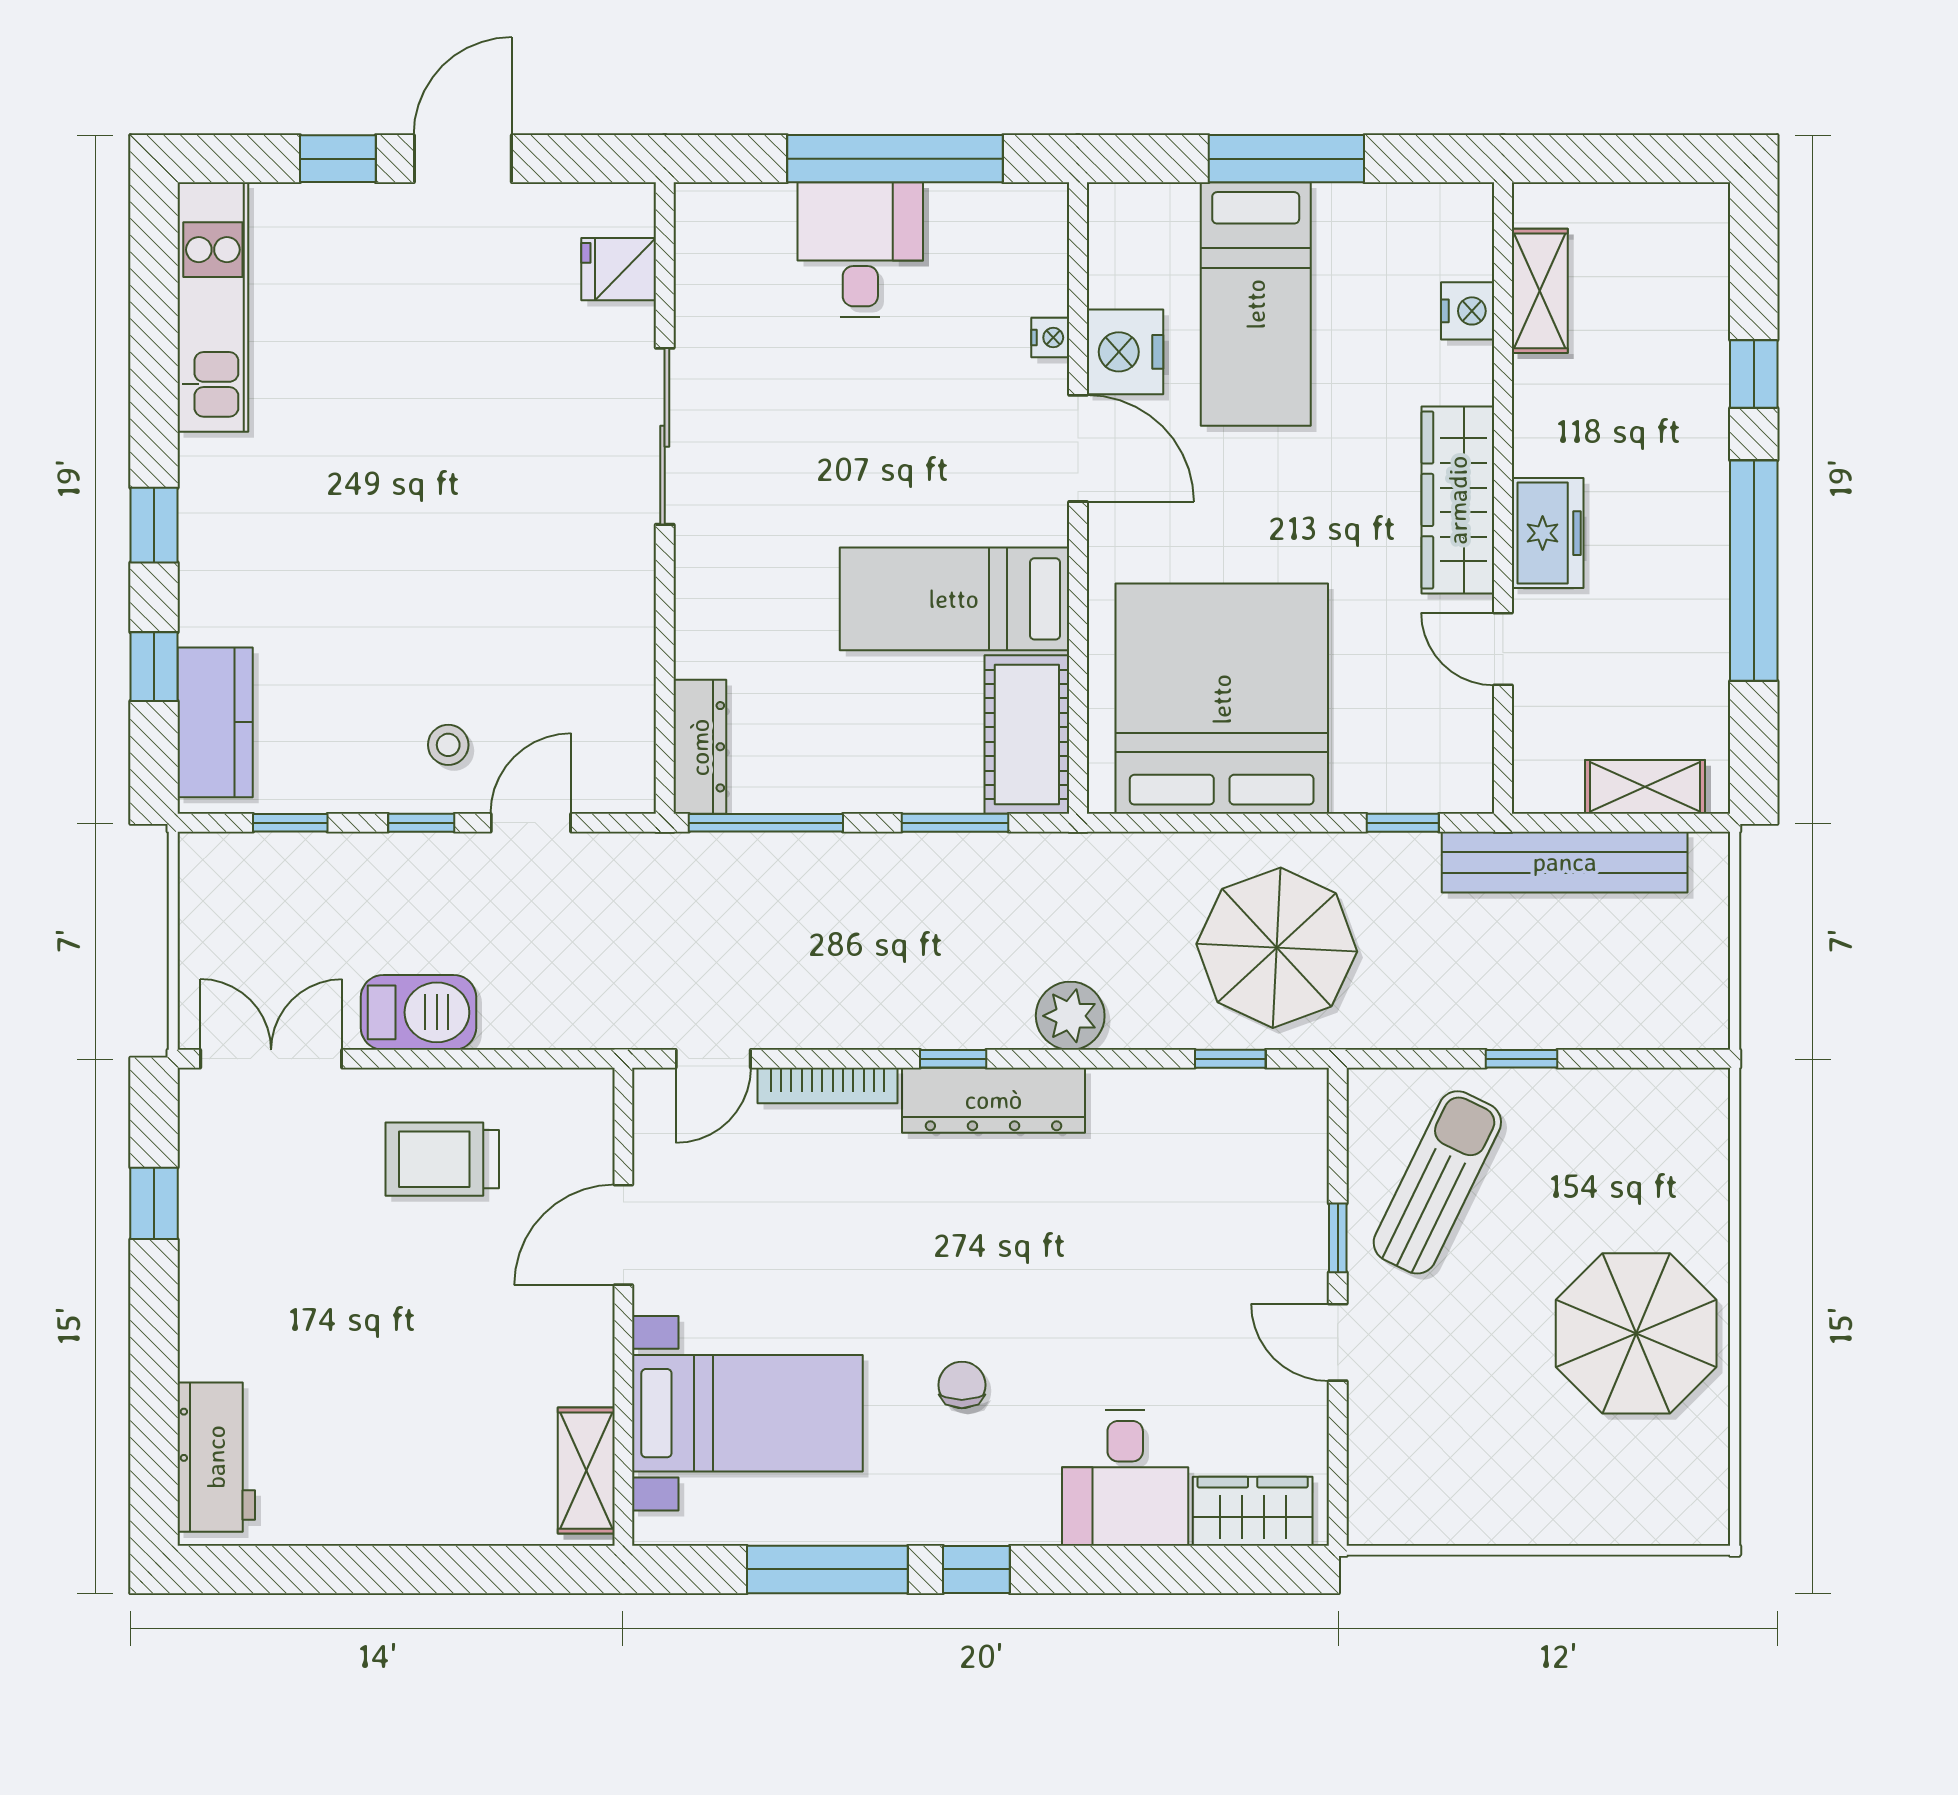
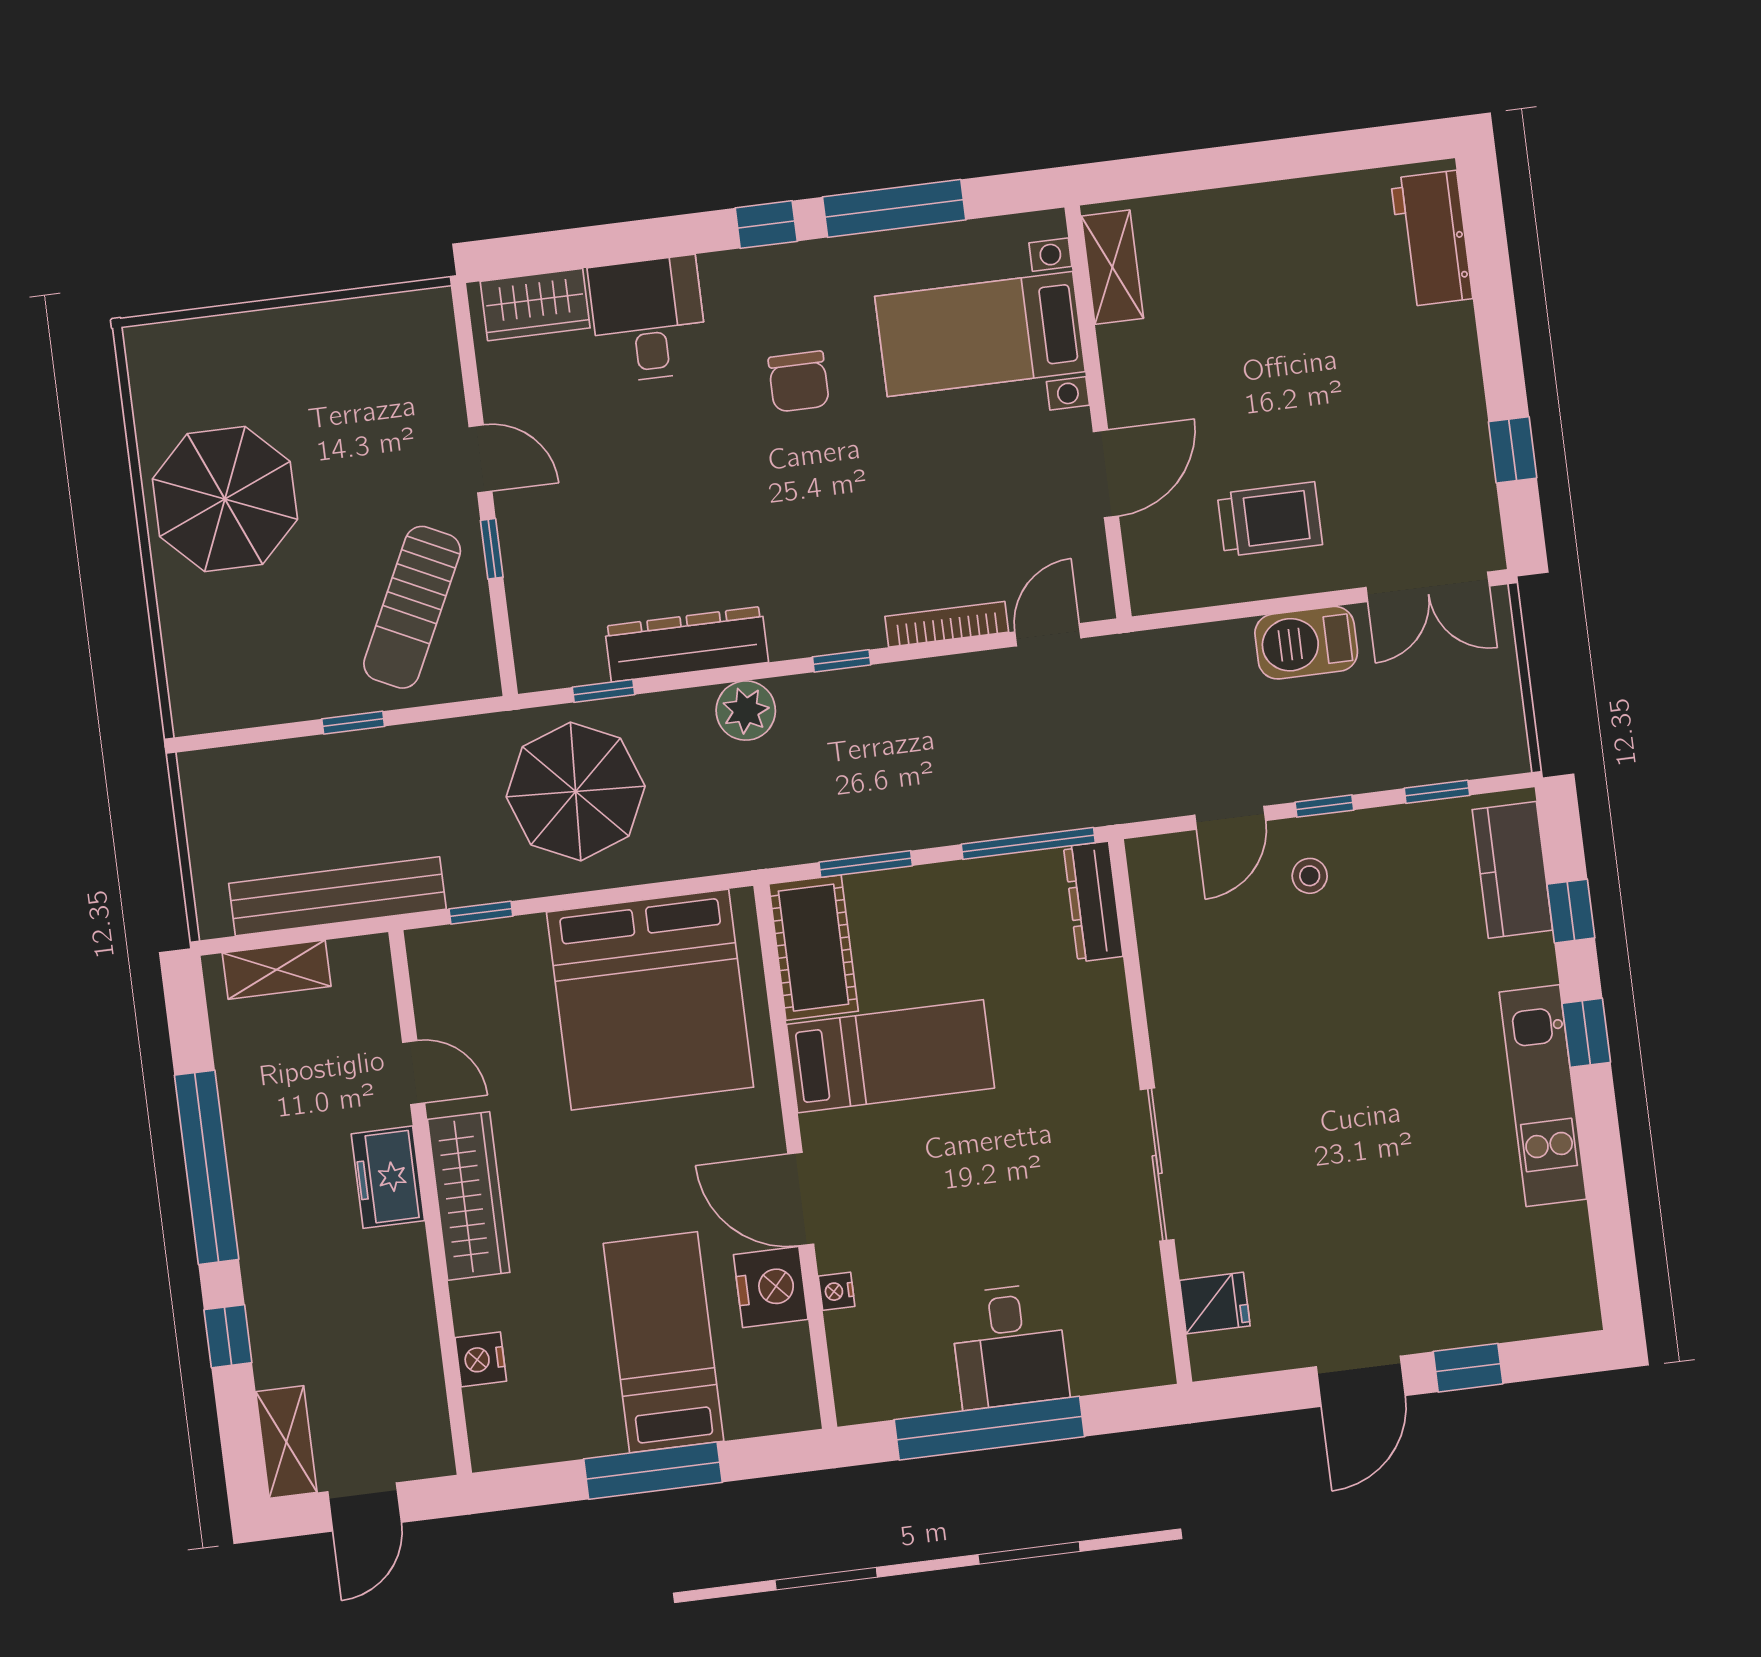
door: (1622, 159) -> (365, 1507), added
shelving: (1540, 291) -> (286, 1442), moved
kitchen unit: (213, 307) -> (1543, 1096), moved
dresser: (994, 1100) -> (687, 644), moved
chair: (962, 1385) -> (799, 382), width x1.37, depth x1.37

